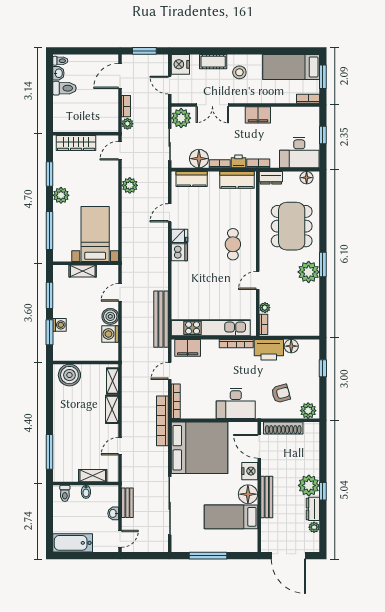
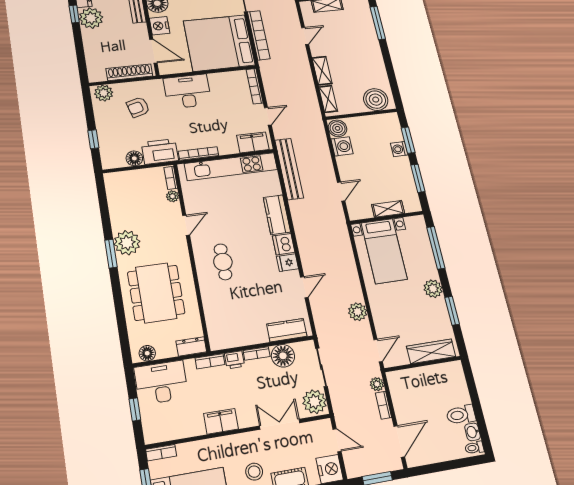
kitchen counter: (237, 180) -> (277, 215), moved, turned -90
boiler: (110, 316) -> (338, 128), moved
bookcase: (162, 421) -> (259, 35), moved

